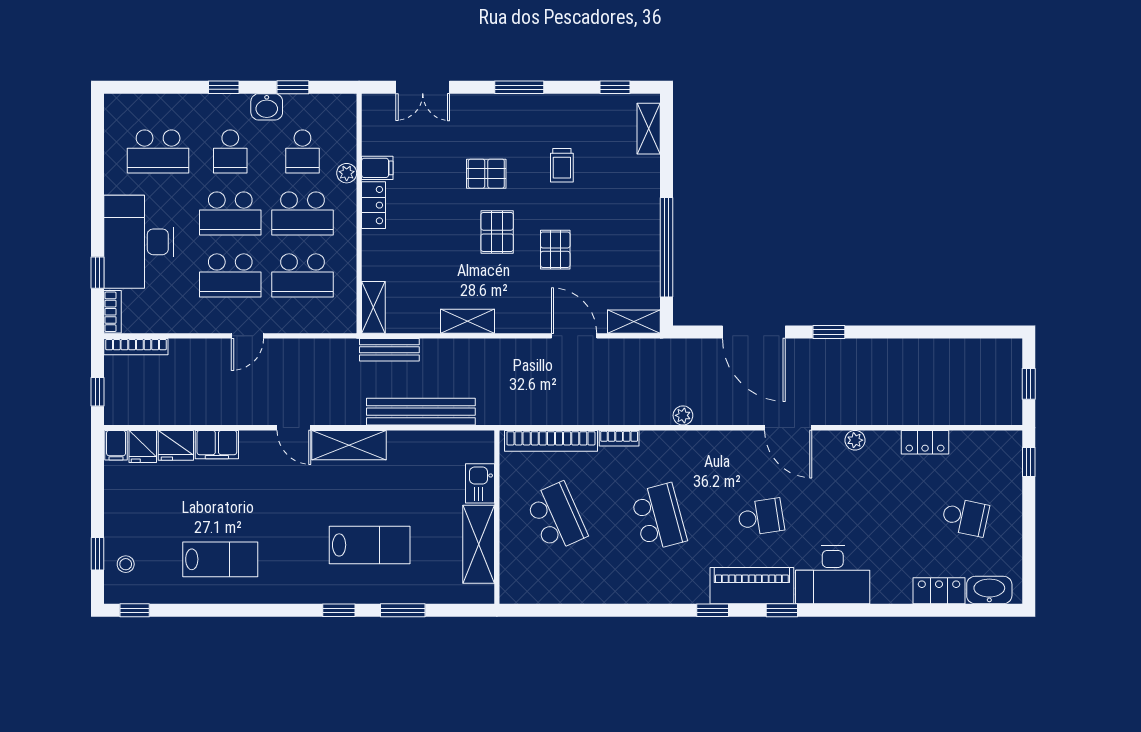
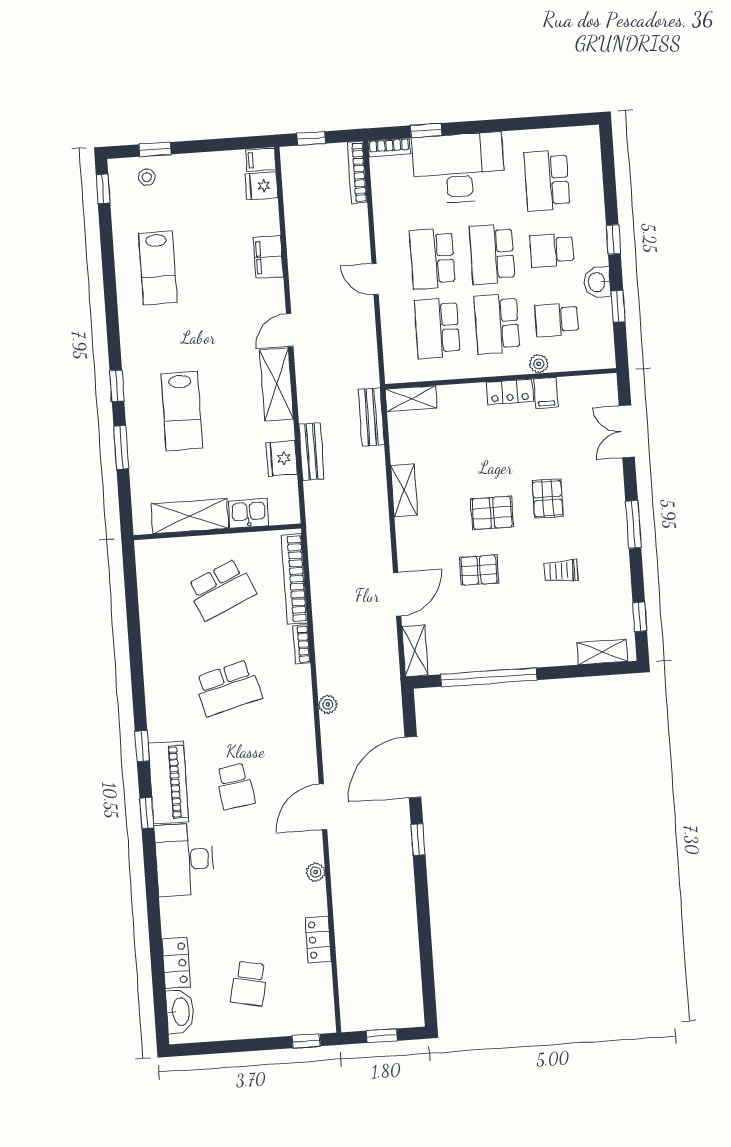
bench: (421, 412) -> (311, 452), width x0.54, depth x0.82
fridge: (176, 445) -> (282, 458), moved

